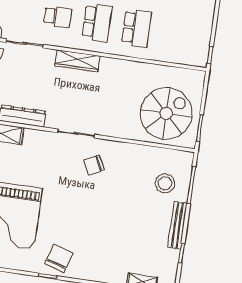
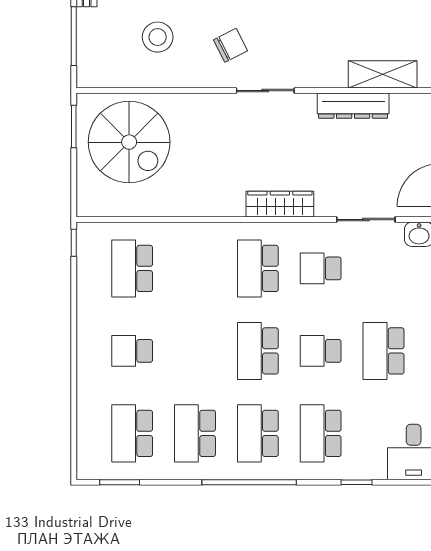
school desk: (136, 28) -> (132, 268), moved
spiral stairs: (166, 113) -> (129, 142), turned -90
stool: (165, 183) -> (158, 37), moved

